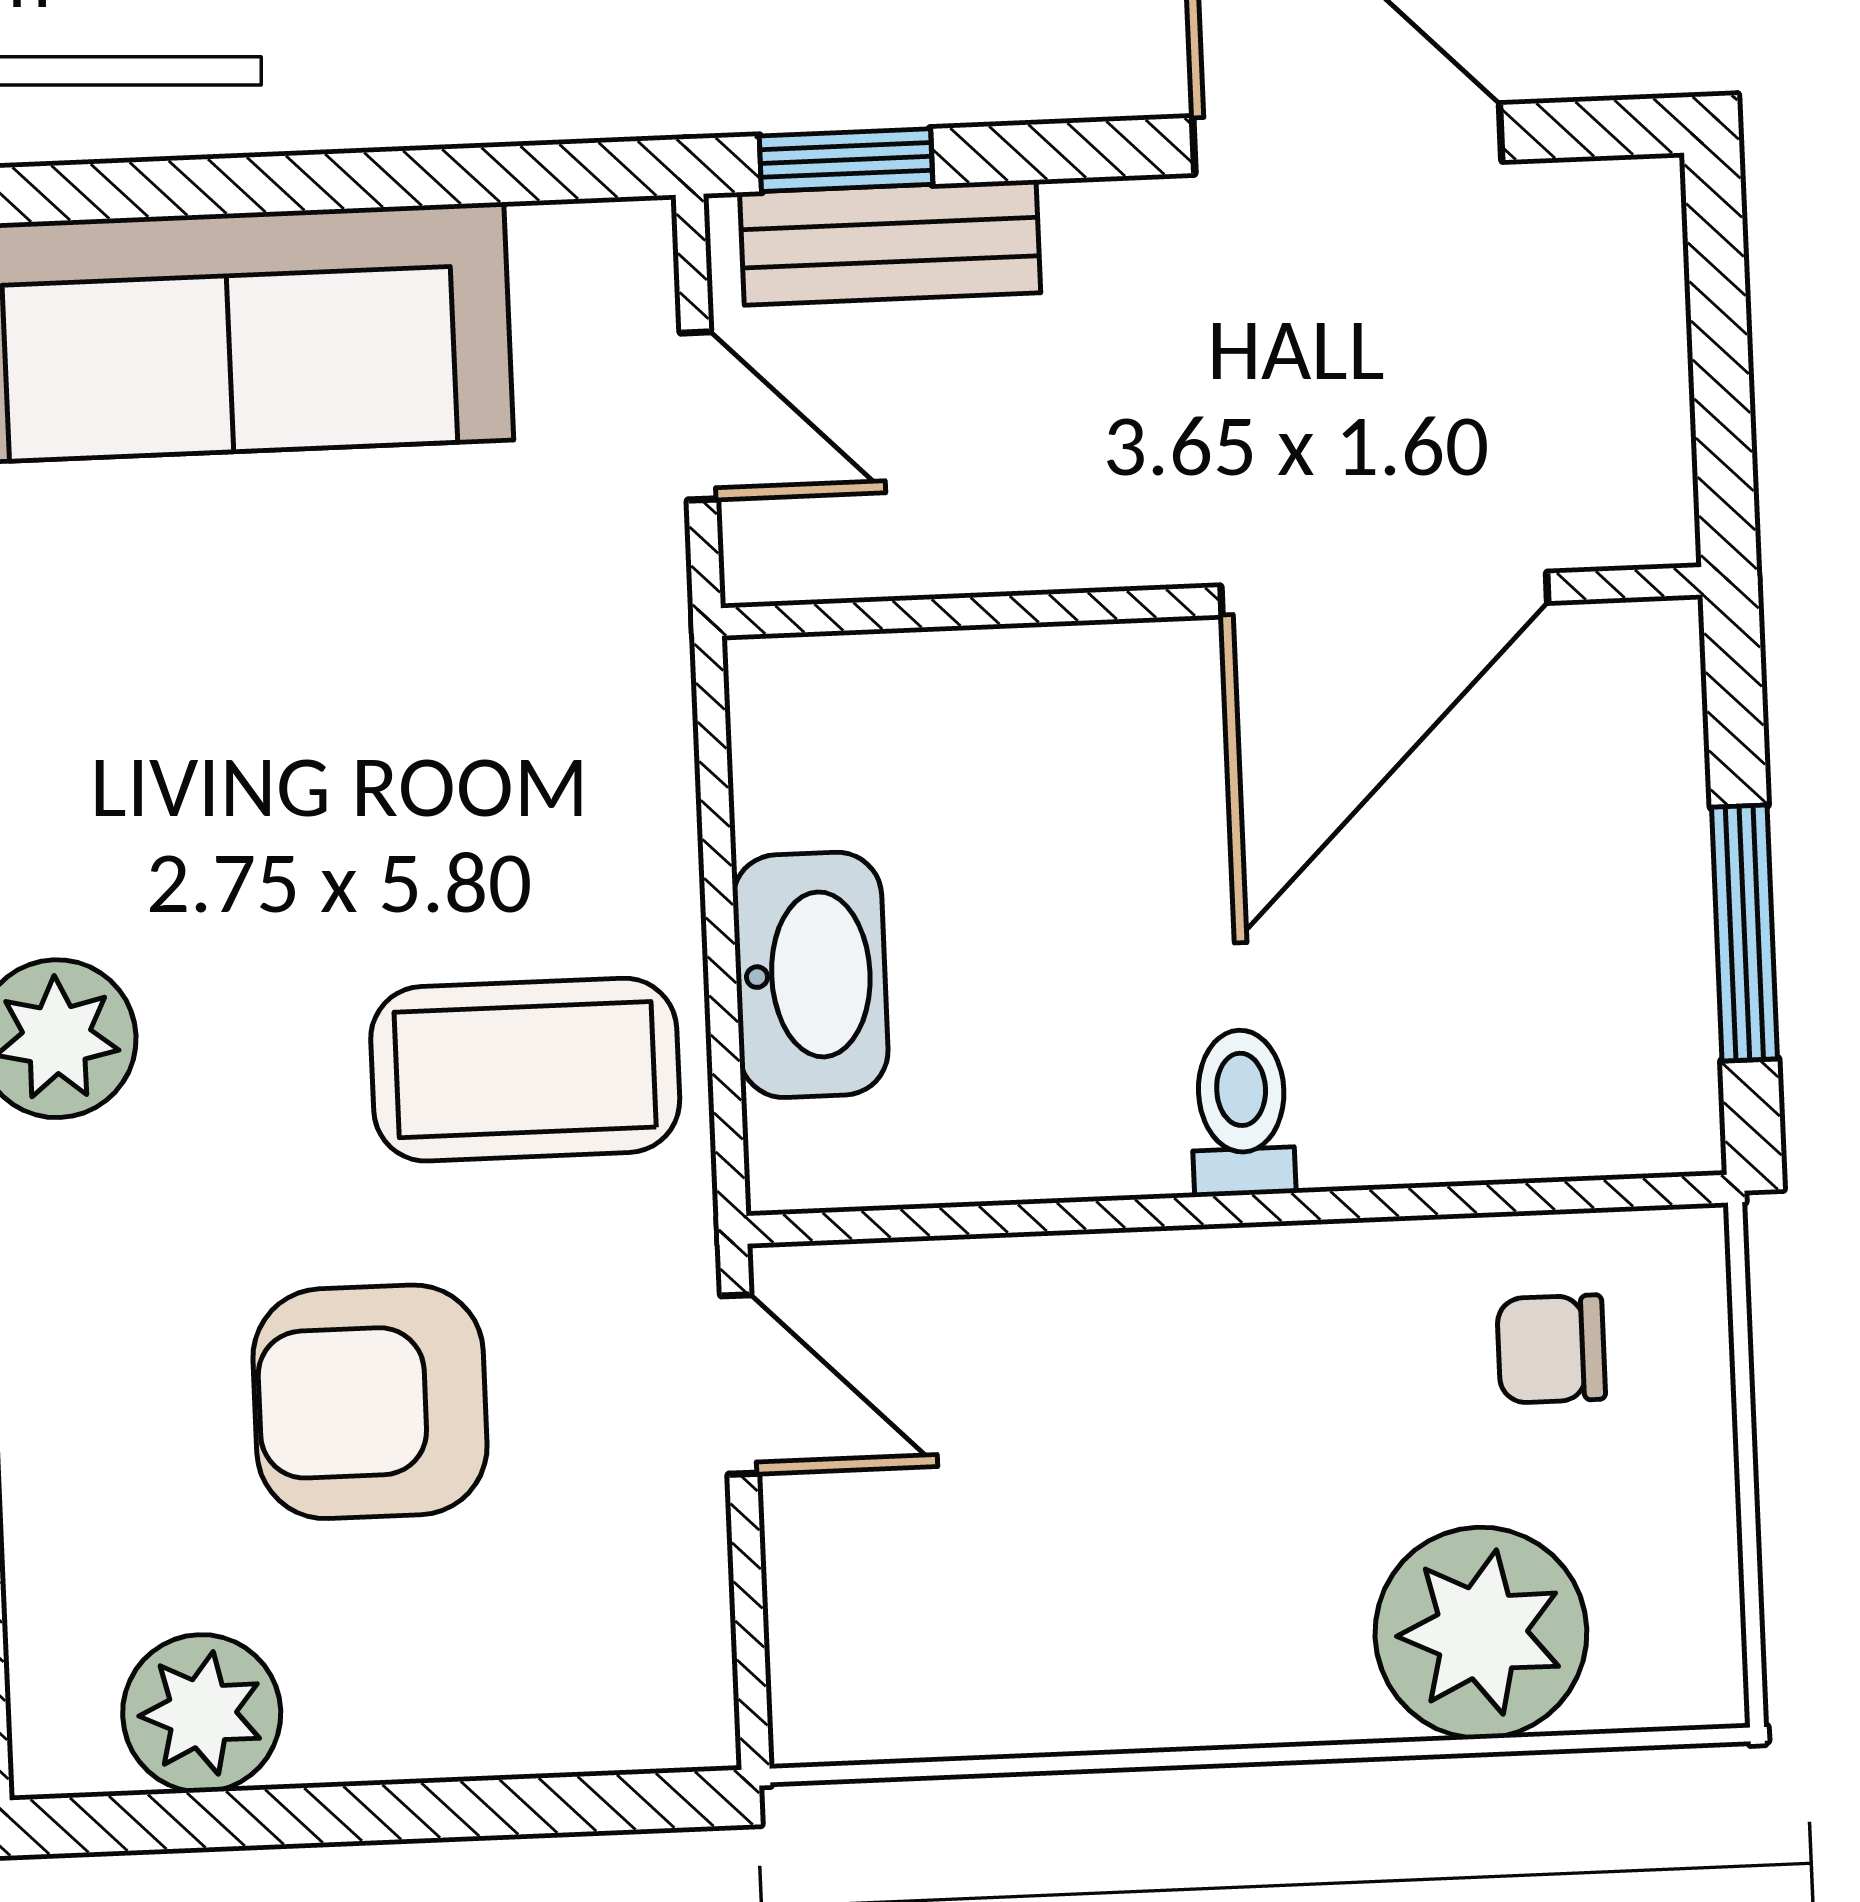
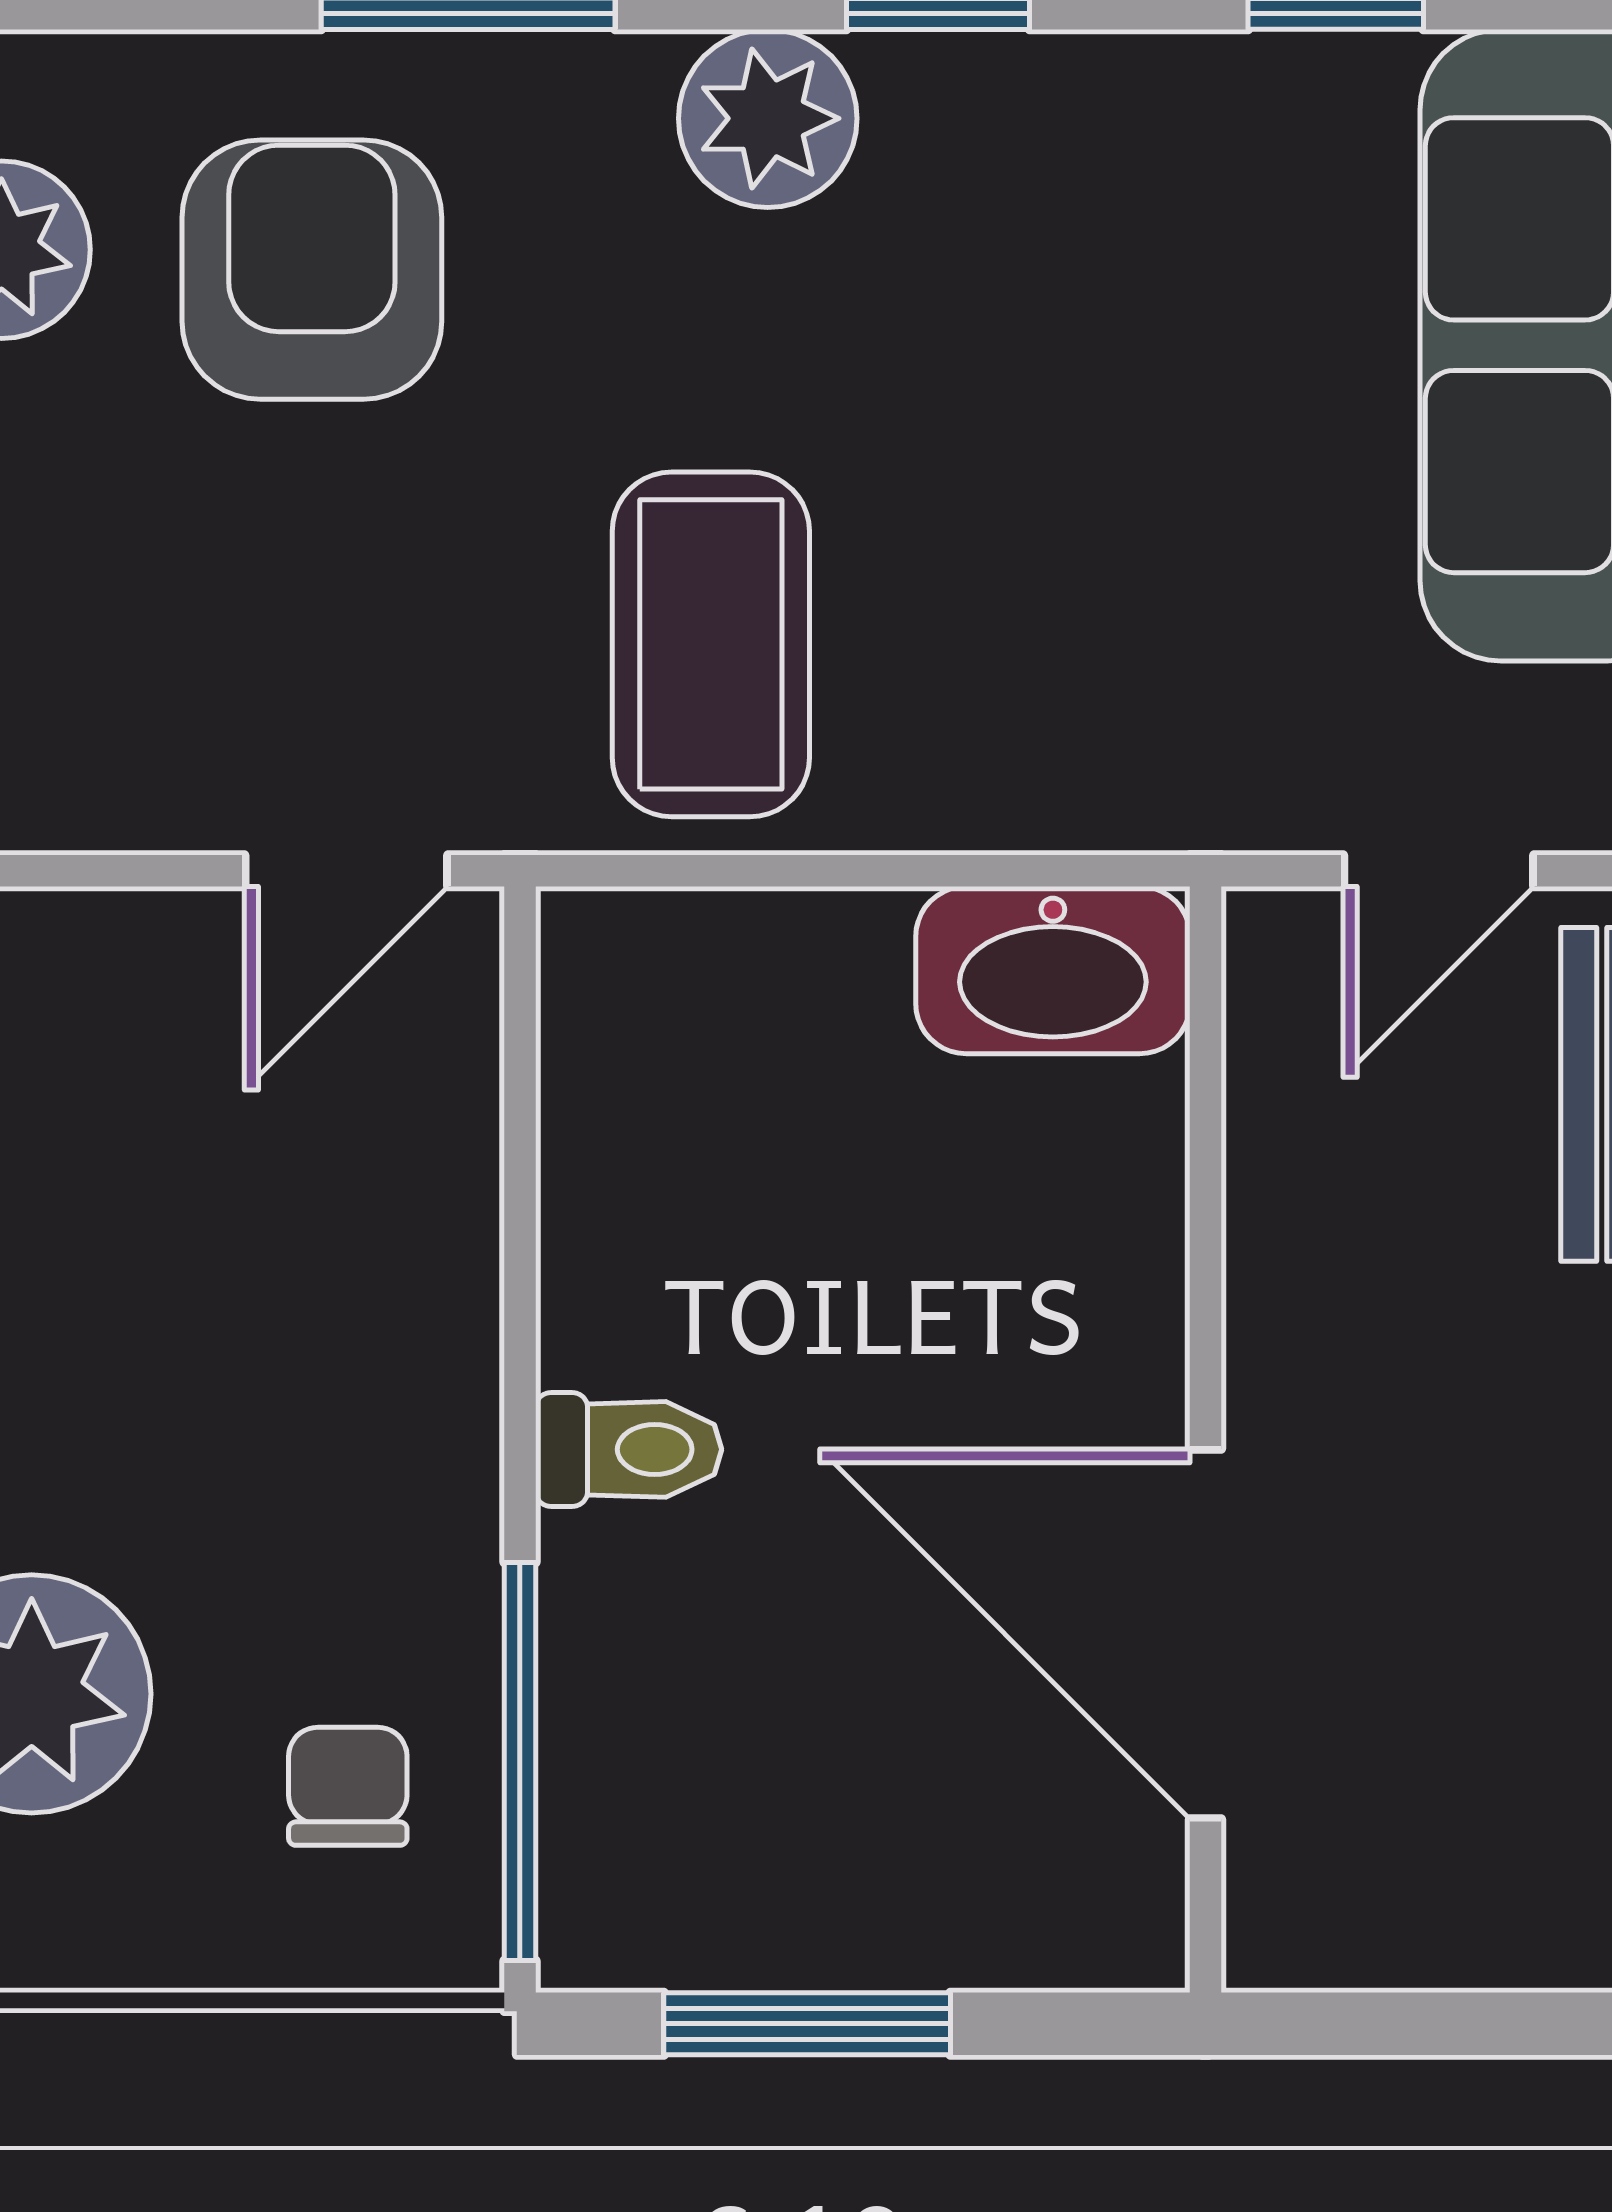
washbasin: (810, 975) -> (1053, 970), moved
window: (1523, 1197) -> (520, 1762), added
armchair: (370, 1402) -> (312, 270), moved

